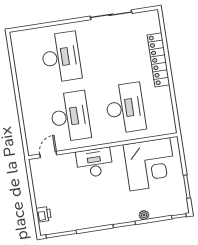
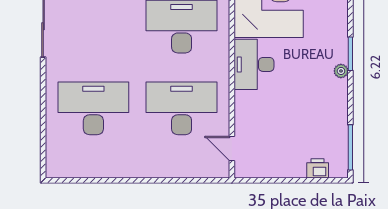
desk: (94, 163) -> (254, 64), moved
plant: (144, 215) -> (341, 71), moved

